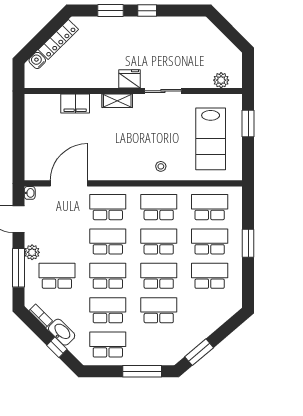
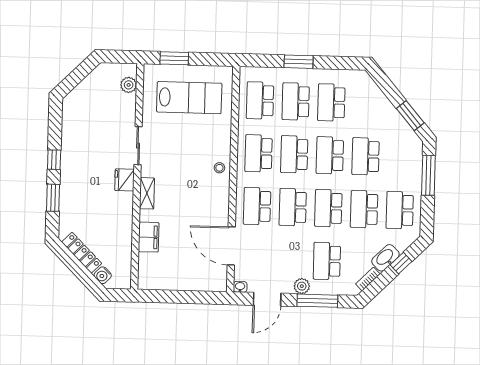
stool: (161, 166) -> (219, 168), moved

